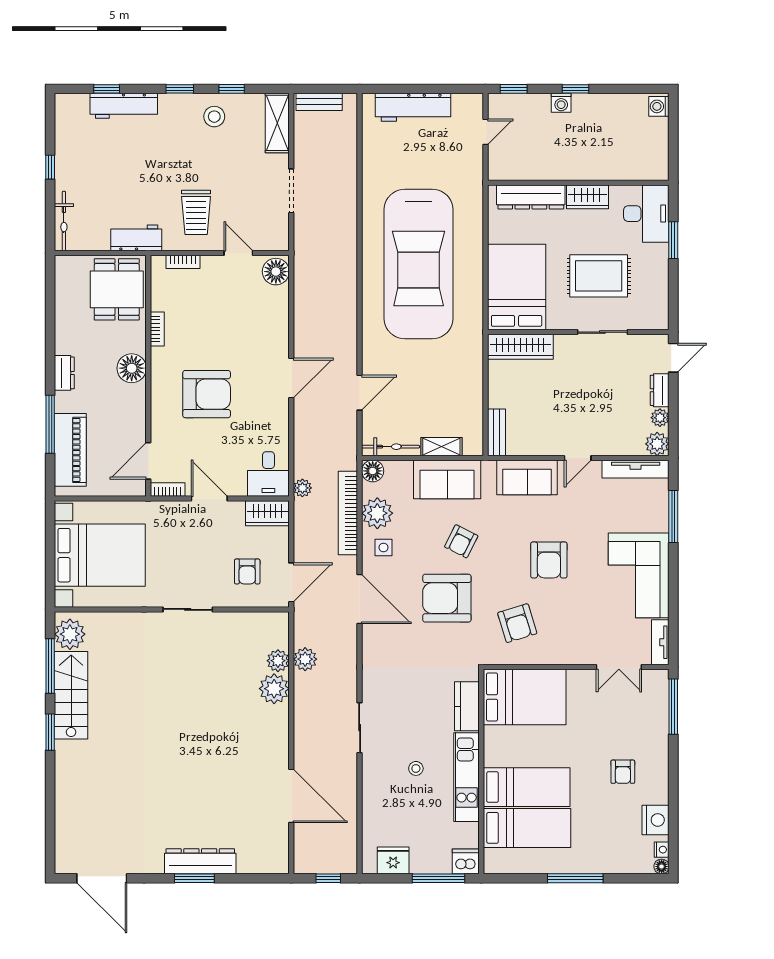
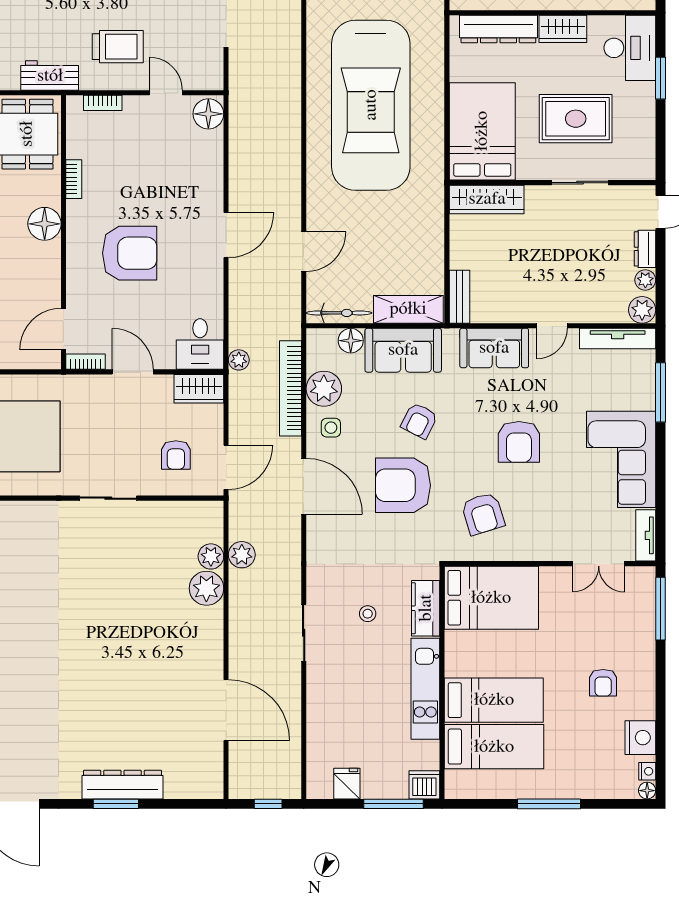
trolley: (196, 212) -> (118, 47), turned -90
shelving: (441, 447) -> (408, 309), width x1.50, depth x1.33
floor lamp: (373, 471) -> (351, 341), moved
stool: (416, 768) -> (368, 614), moved
fridge: (393, 860) -> (347, 784), width x0.72

